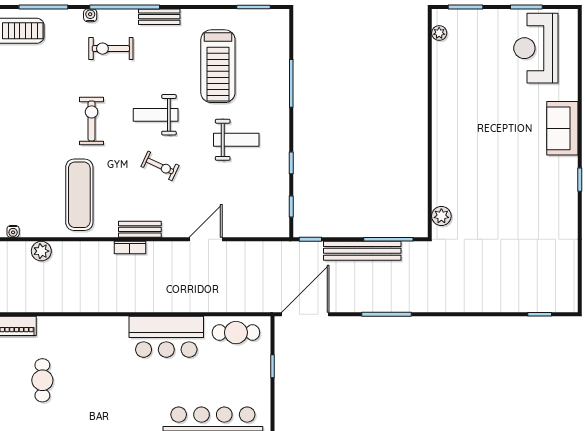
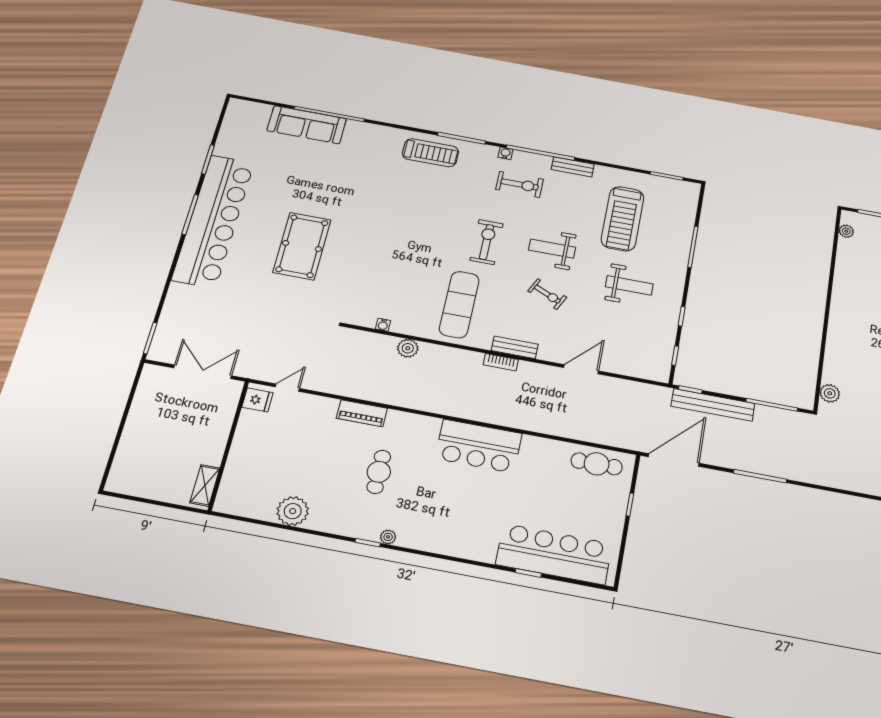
exercise bike: (111, 49) -> (520, 184), turned 180
bench: (362, 251) -> (713, 405), moved
bar counter: (166, 337) -> (479, 446), moved

